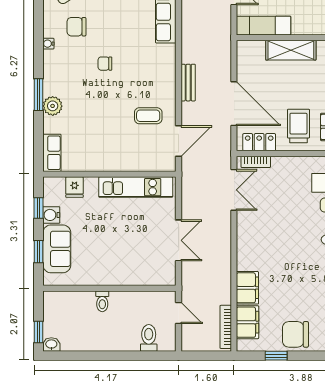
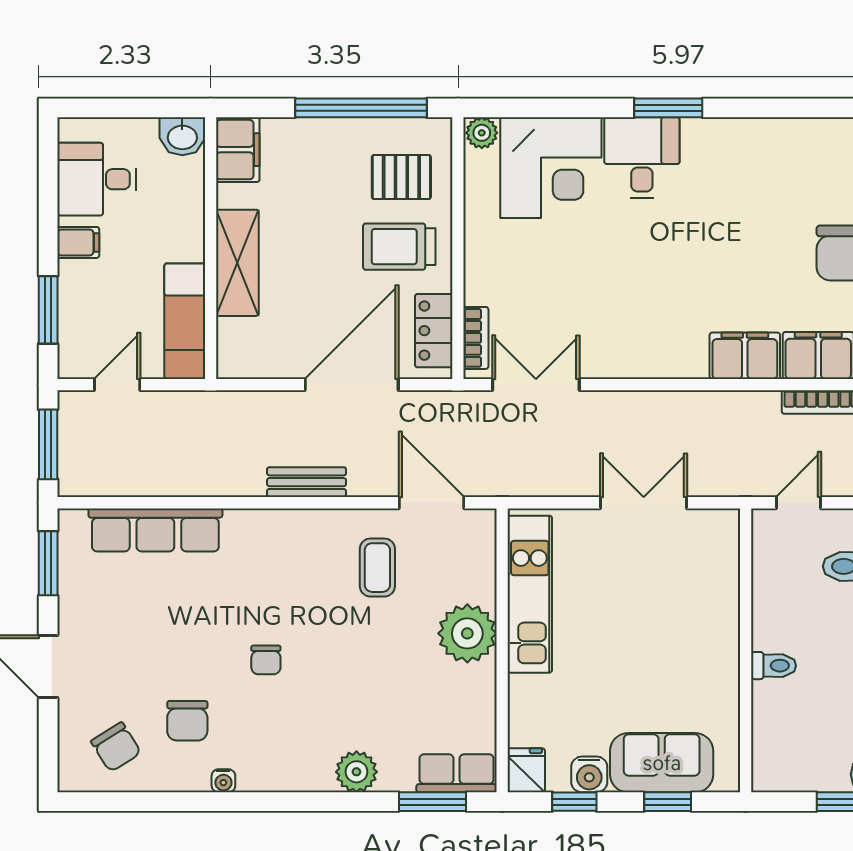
window: (39, 95) -> (433, 802), moved
plant: (117, 158) -> (467, 633), added
fridge: (74, 187) -> (526, 770), moved, turned -90

